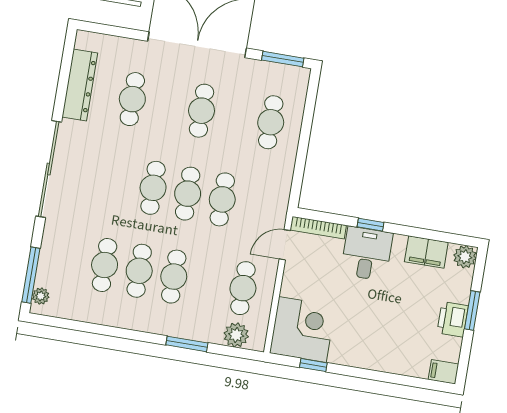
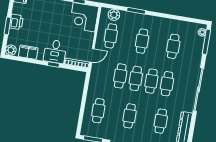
cafe table: (139, 271) -> (167, 84), moved

